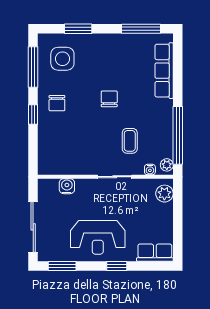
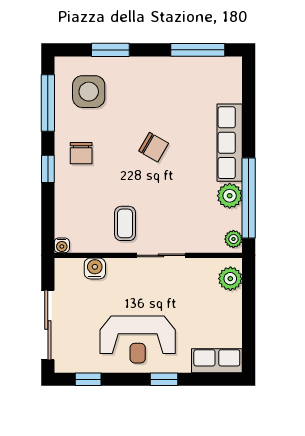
row of seats: (164, 71) -> (230, 143), moved
chair: (109, 99) -> (154, 147), turned 120
plant: (164, 134) -> (230, 196), added
coffee table: (130, 141) -> (125, 223), moved
water cooler: (150, 170) -> (62, 245), moved
window: (62, 266) -> (88, 379), width x0.67

